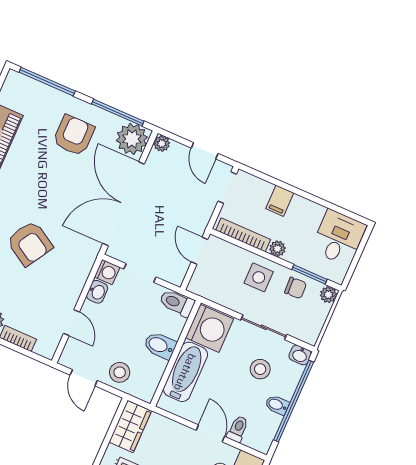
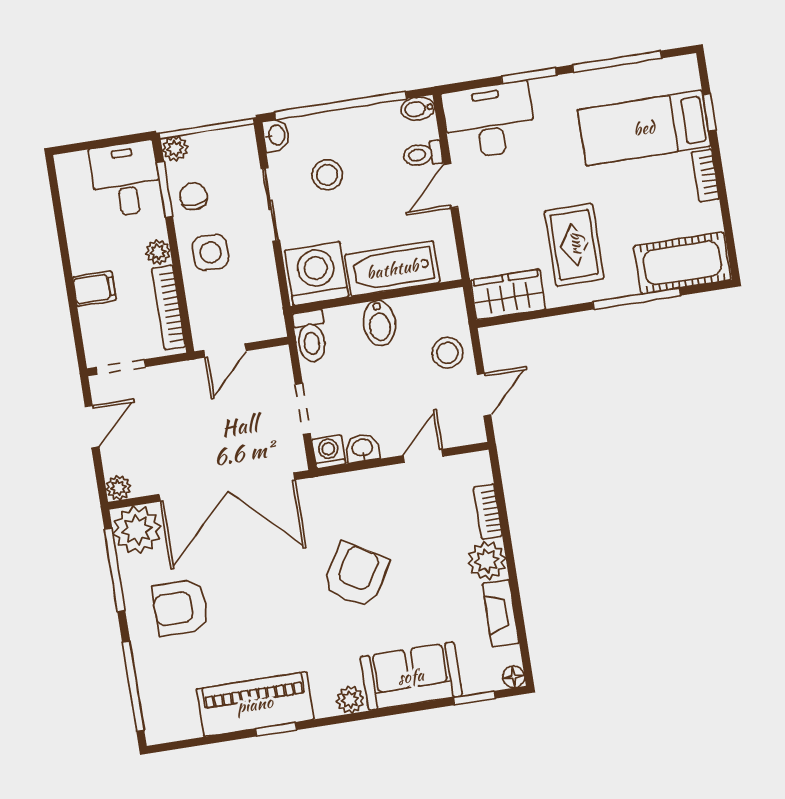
desk: (338, 238) -> (126, 179), moved, turned 90
bidet: (277, 405) -> (418, 109), moved, turned 90

